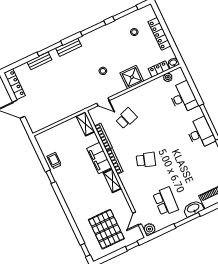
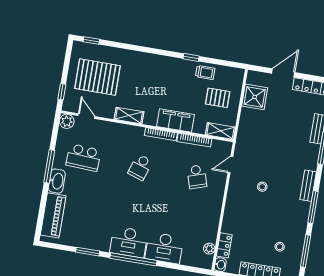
bench: (69, 47) -> (308, 186), moved
shower: (132, 77) -> (255, 97), moved
desk: (183, 97) -> (164, 248), moved
pallet: (65, 141) -> (218, 98), added
shelving: (112, 181) -> (129, 116), moved

